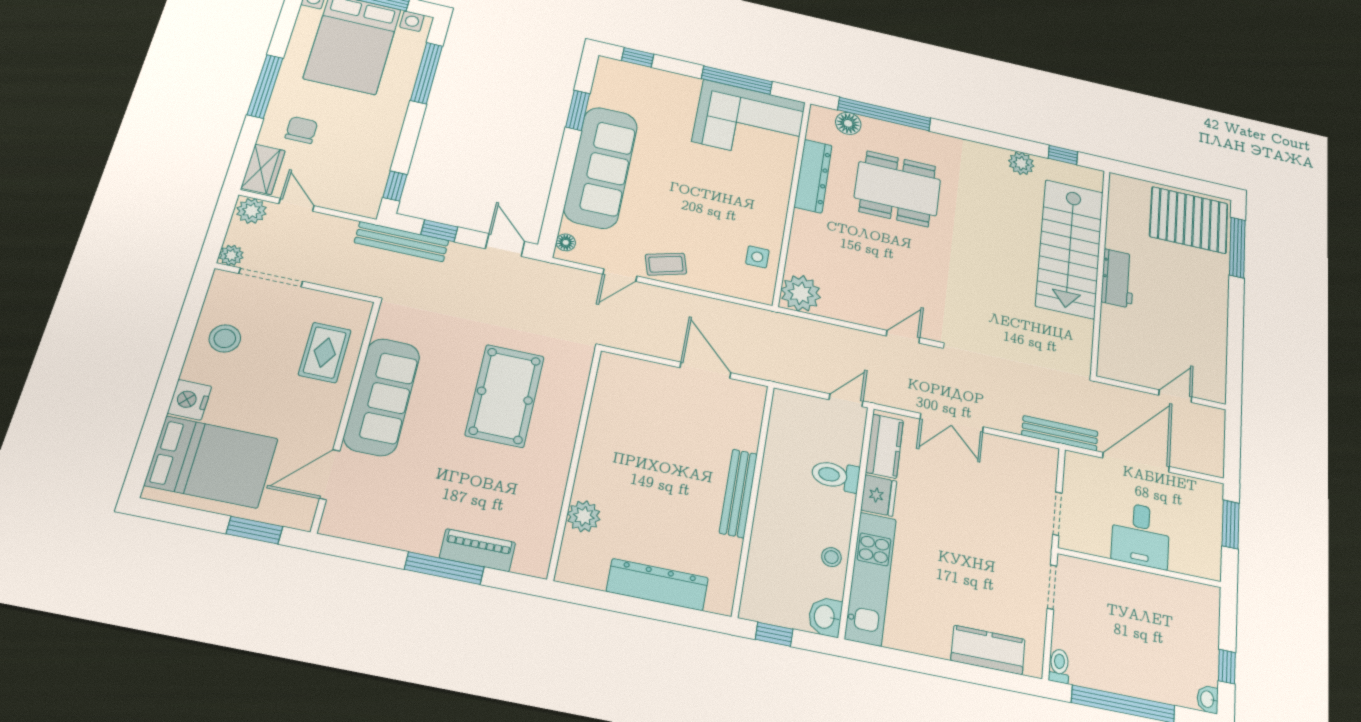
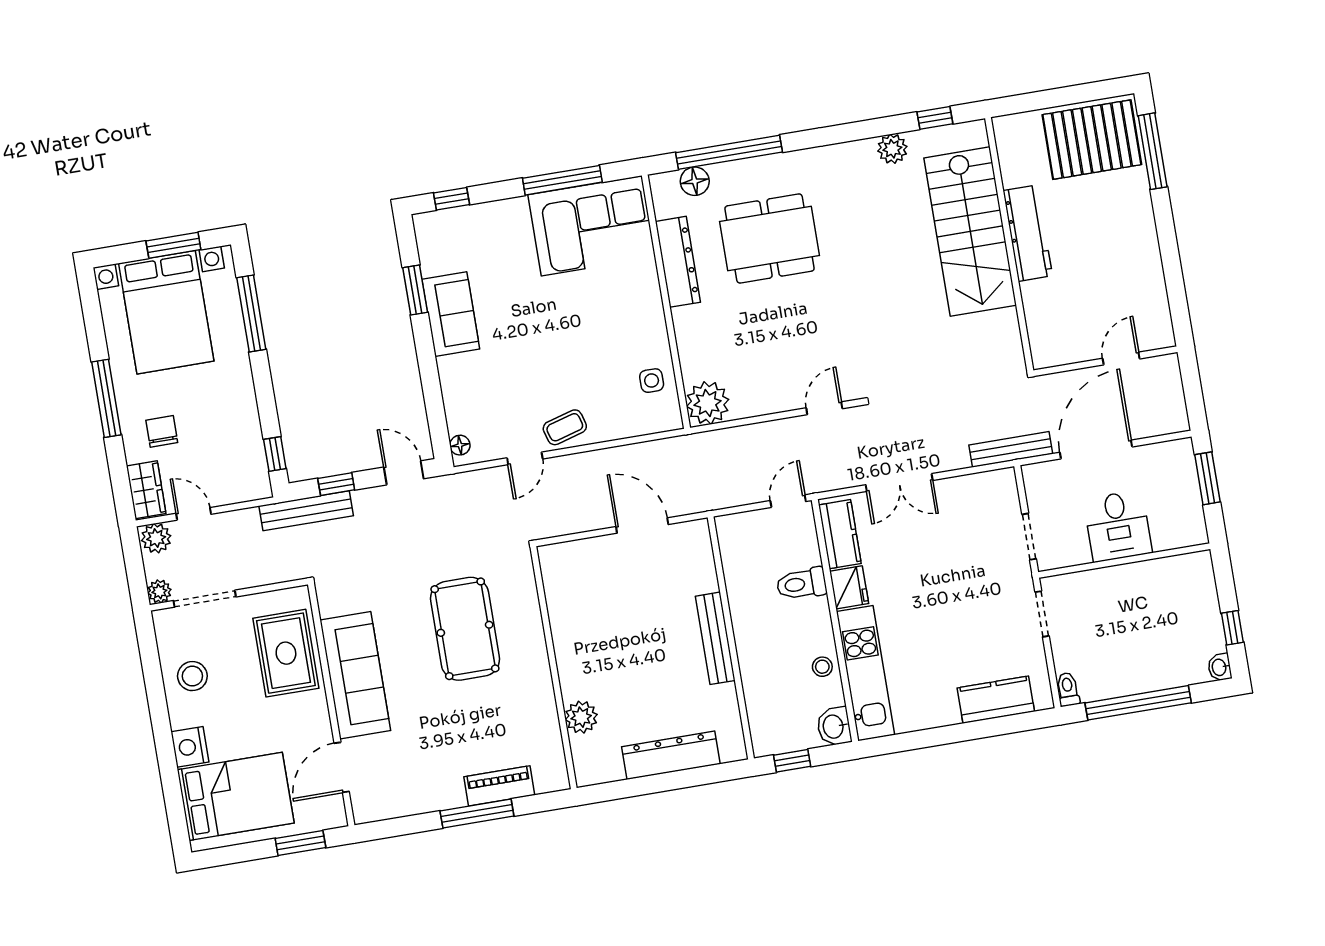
sofa: (601, 167) -> (451, 314), width x0.54, depth x0.79
workbench: (1118, 278) -> (1028, 233), width x1.37
rug: (325, 353) -> (286, 653), width x1.36, depth x1.43

